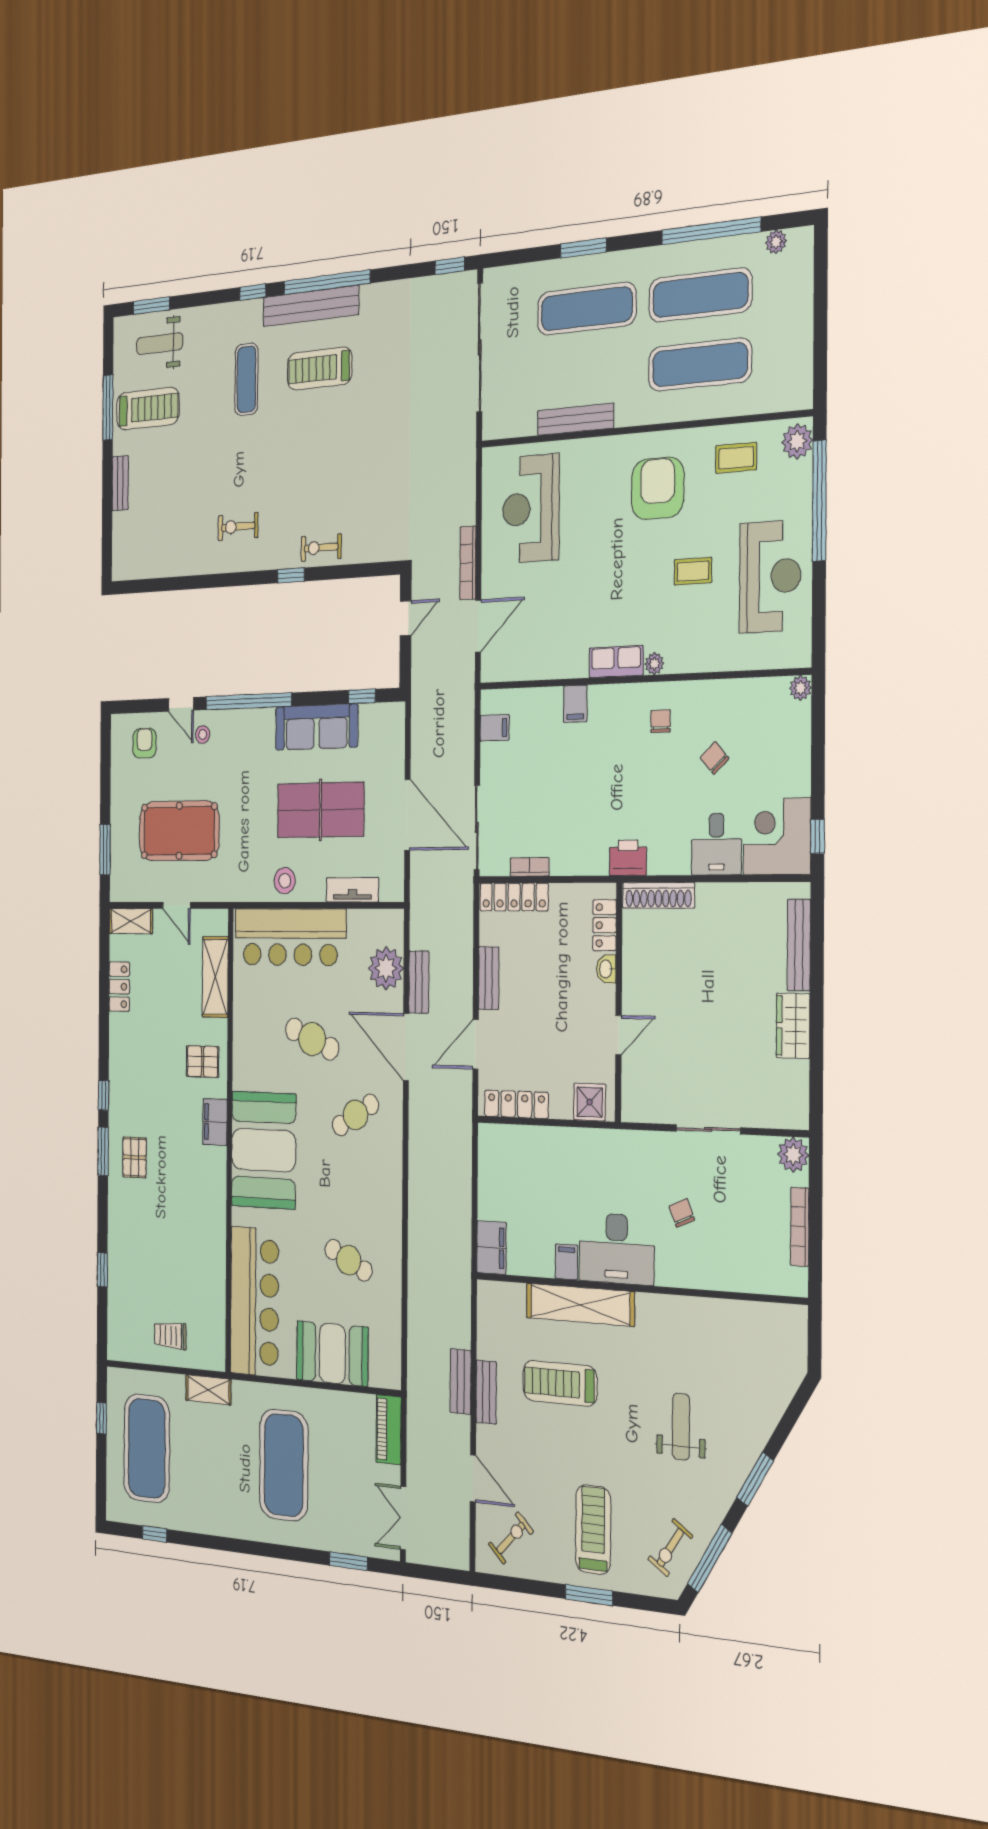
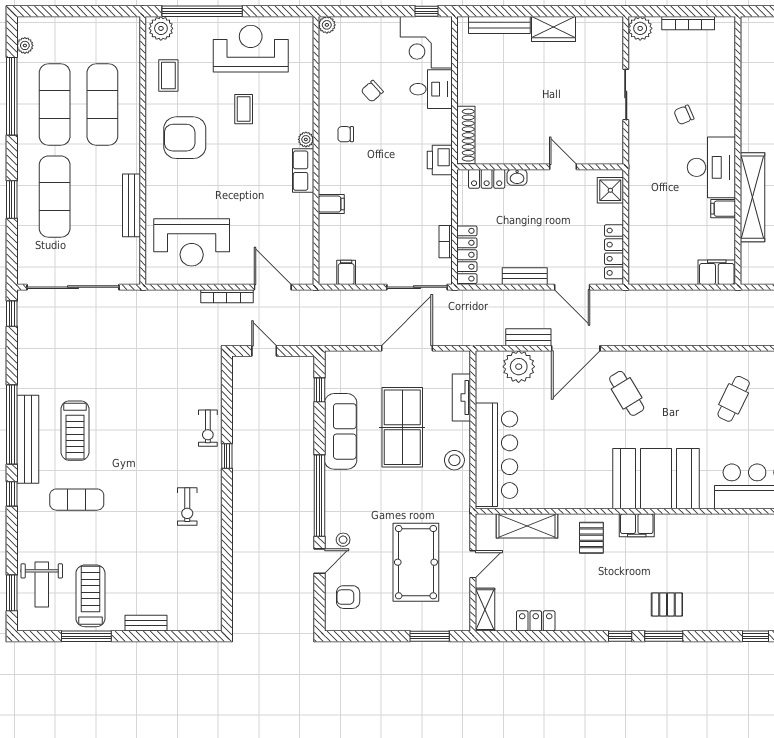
cafe table: (312, 1039) -> (572, 434), removed

